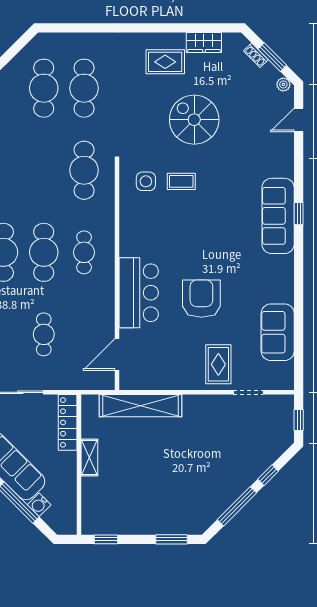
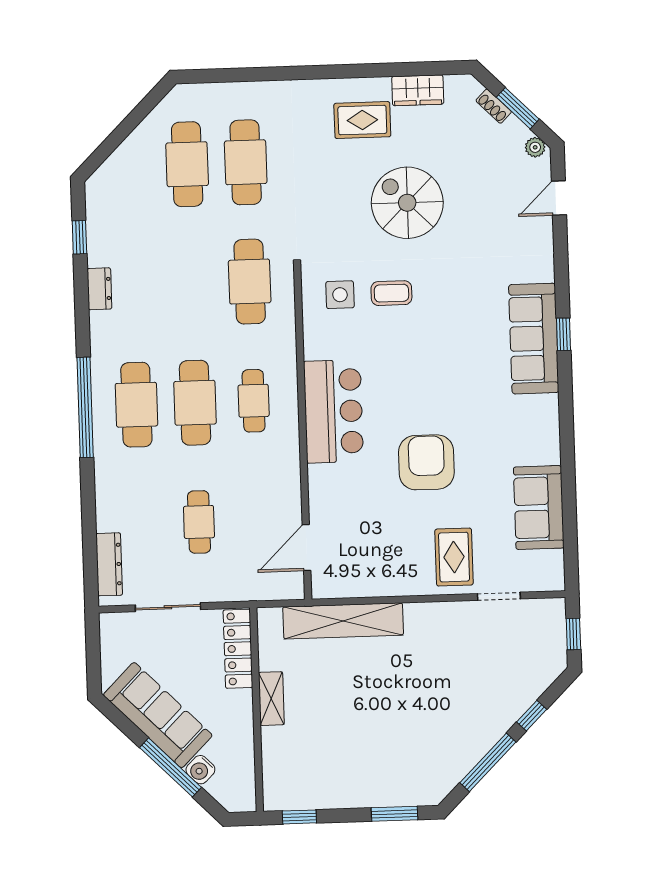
bar counter: (139, 293) -> (333, 411), moved

